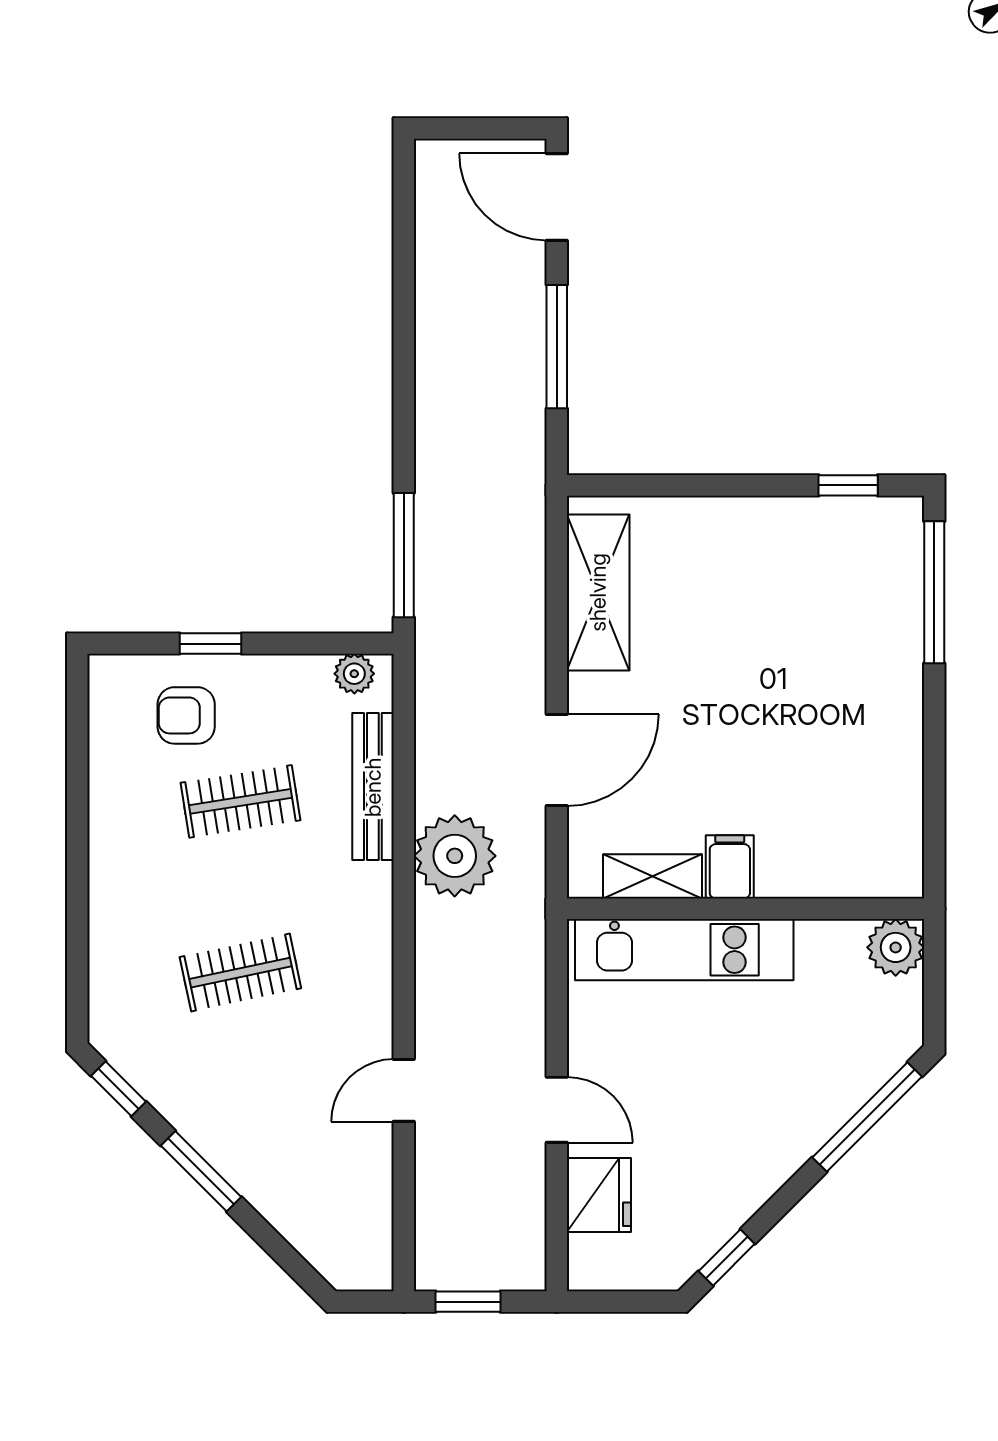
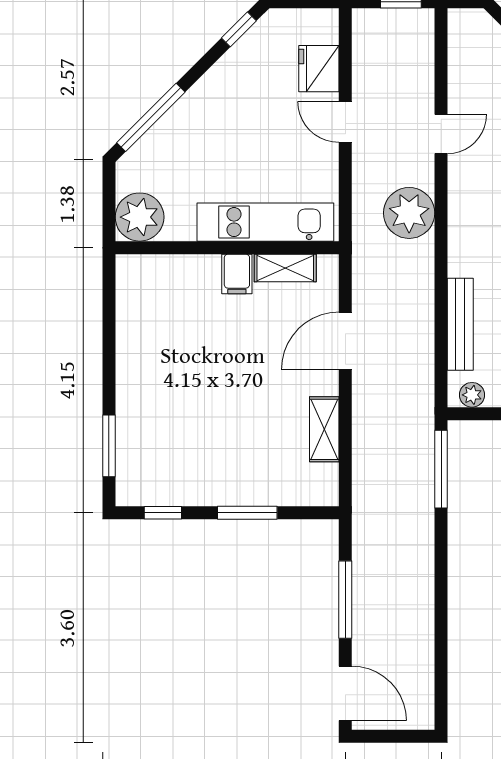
window: (713, 485) -> (247, 513), added
shelving: (598, 592) -> (324, 429), width x0.67, depth x0.75
window: (934, 592) -> (109, 446), width x0.69
plant: (455, 856) -> (409, 213), moved
plant: (896, 947) -> (140, 217), width x1.36, depth x1.36

